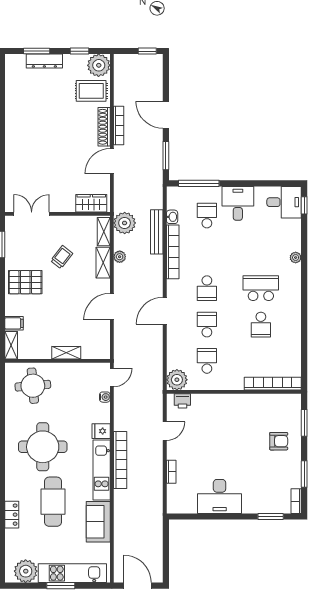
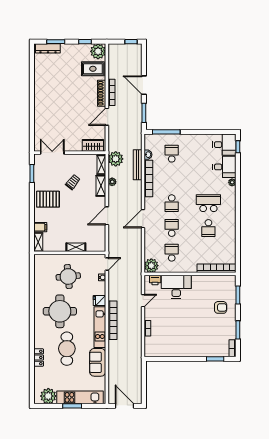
dresser: (44, 61) -> (48, 48), moved
desk: (238, 203) -> (224, 167), moved, turned 90
round table: (33, 386) -> (68, 276), moved
desk: (220, 496) -> (176, 287), moved, turned 180

